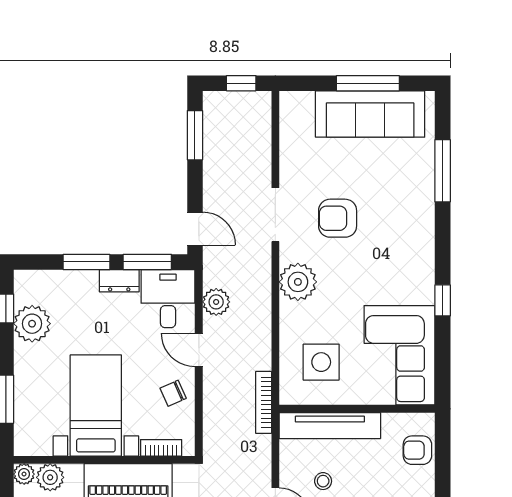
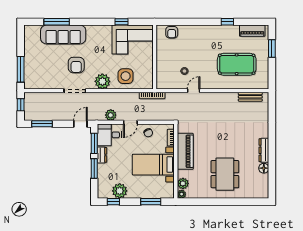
window: (368, 83) -> (21, 69), moved
sofa: (370, 114) -> (63, 35), moved, turned 90
window: (443, 300) -> (122, 22), moved
side table: (321, 362) -> (126, 76), moved
tv unit: (330, 426) -> (162, 68), removed

